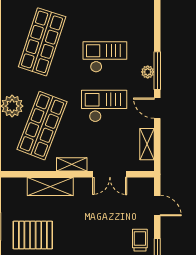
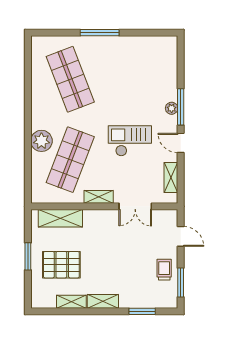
shop shelf: (42, 42) -> (70, 79), turned -39
checkout: (105, 57) -> (130, 94), removed
shelving: (50, 187) -> (60, 218), moved

